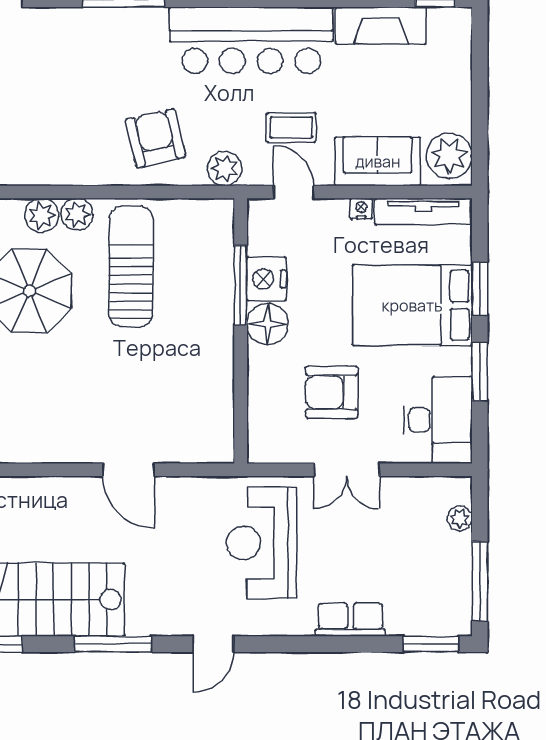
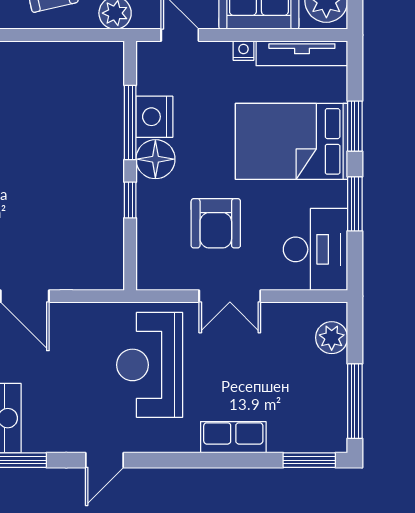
sun lounger: (131, 266) -> (27, 105), removed
window: (241, 368) -> (130, 200), added
armchair: (332, 392) -> (216, 223), turned -90
plant: (460, 519) -> (332, 338), width x1.38, depth x1.38

